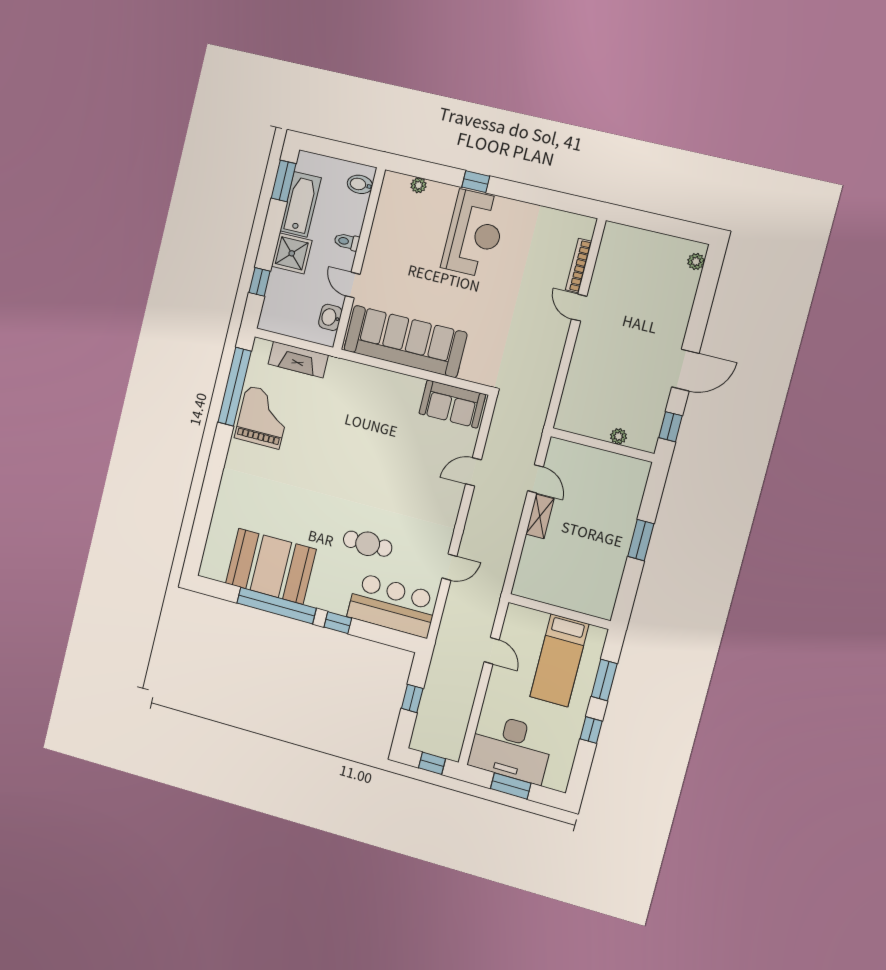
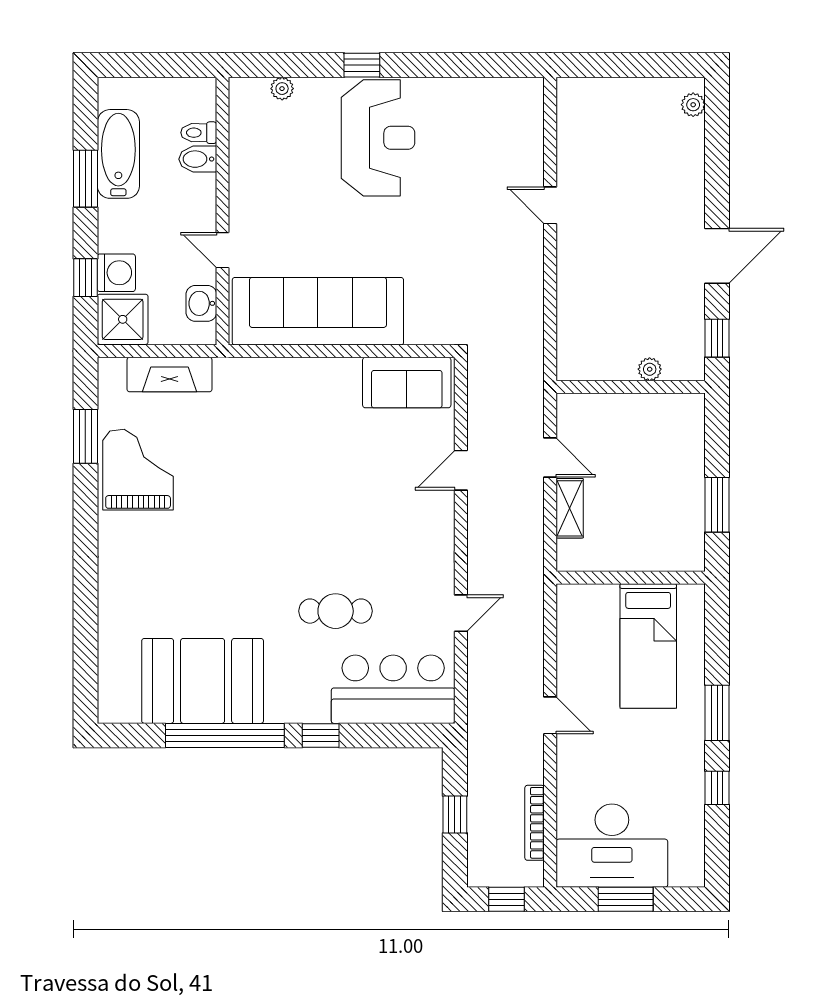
window: (284, 181) -> (85, 179), moved
bidet: (360, 184) -> (198, 159), moved
toilet: (347, 242) -> (199, 133), moved
shower: (292, 253) -> (123, 319), moved
bookcase: (579, 266) -> (535, 823), moved
washing machine: (280, 283) -> (116, 273), added
window: (235, 387) -> (85, 436), width x0.47
wall: (559, 612) -> (631, 578), moved
bed: (559, 660) -> (648, 646), moved

